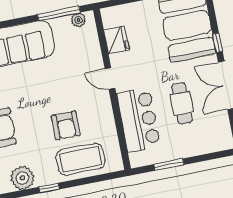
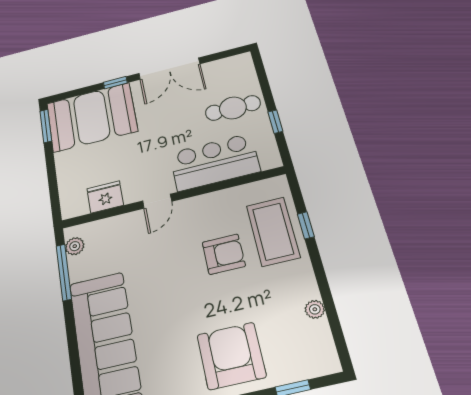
cafe table: (182, 103) -> (233, 108), moved
window: (169, 165) -> (275, 122), width x0.67
plant: (22, 178) -> (315, 309), width x0.53, depth x0.53
window: (49, 188) -> (306, 225), moved

